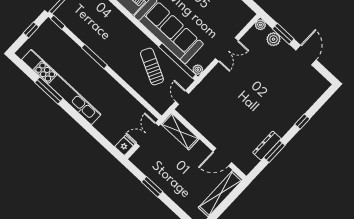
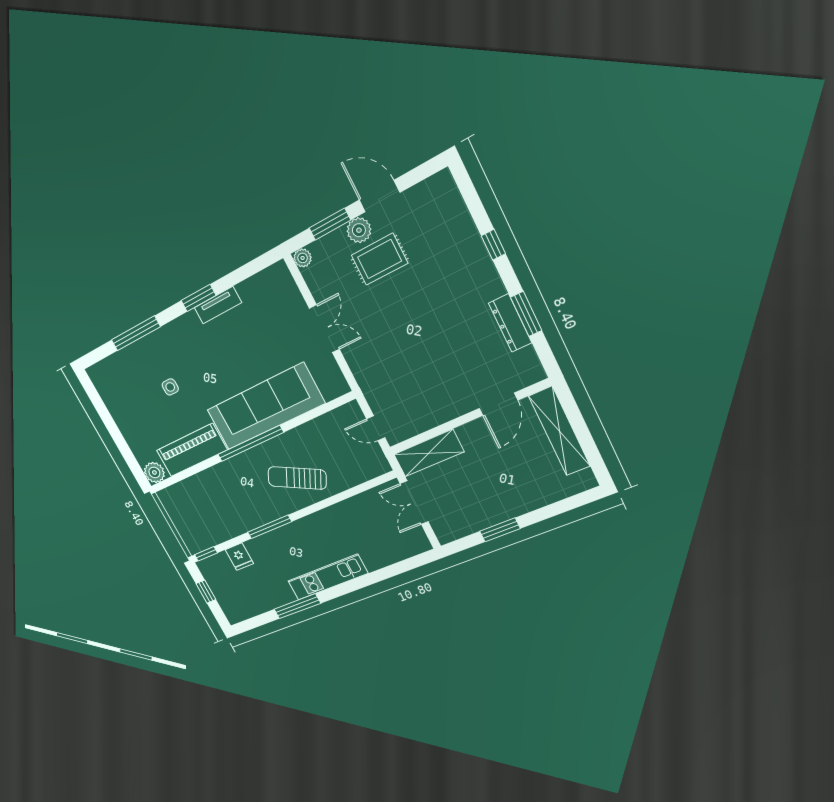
plant: (273, 39) -> (359, 230), moved
window: (177, 61) -> (250, 444), moved
rug: (275, 66) -> (380, 259), added
sun lounger: (152, 67) -> (297, 478), moved
plant: (198, 70) -> (341, 387), removed
kitchen unit: (61, 87) -> (328, 577), width x0.54
fridge: (125, 145) -> (239, 557), moved, turned 180

